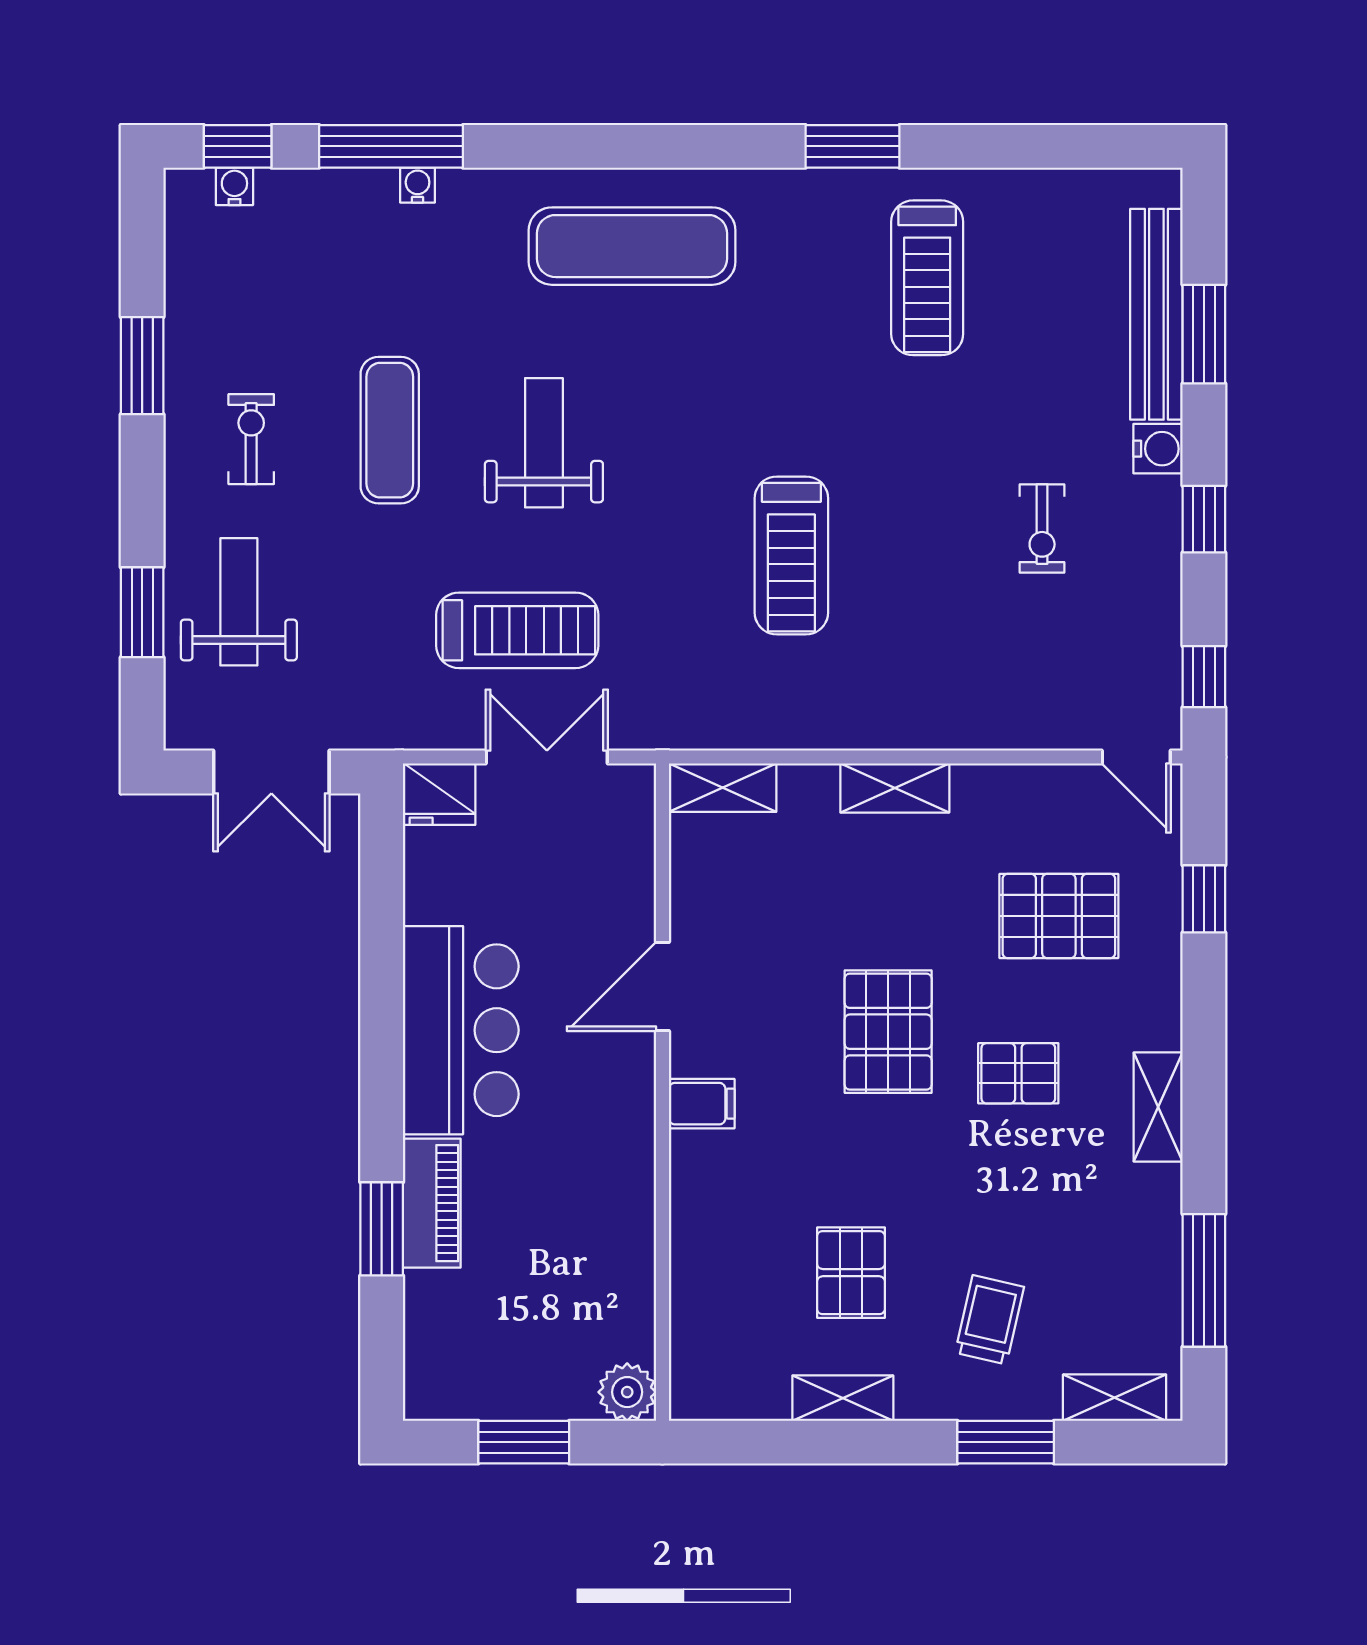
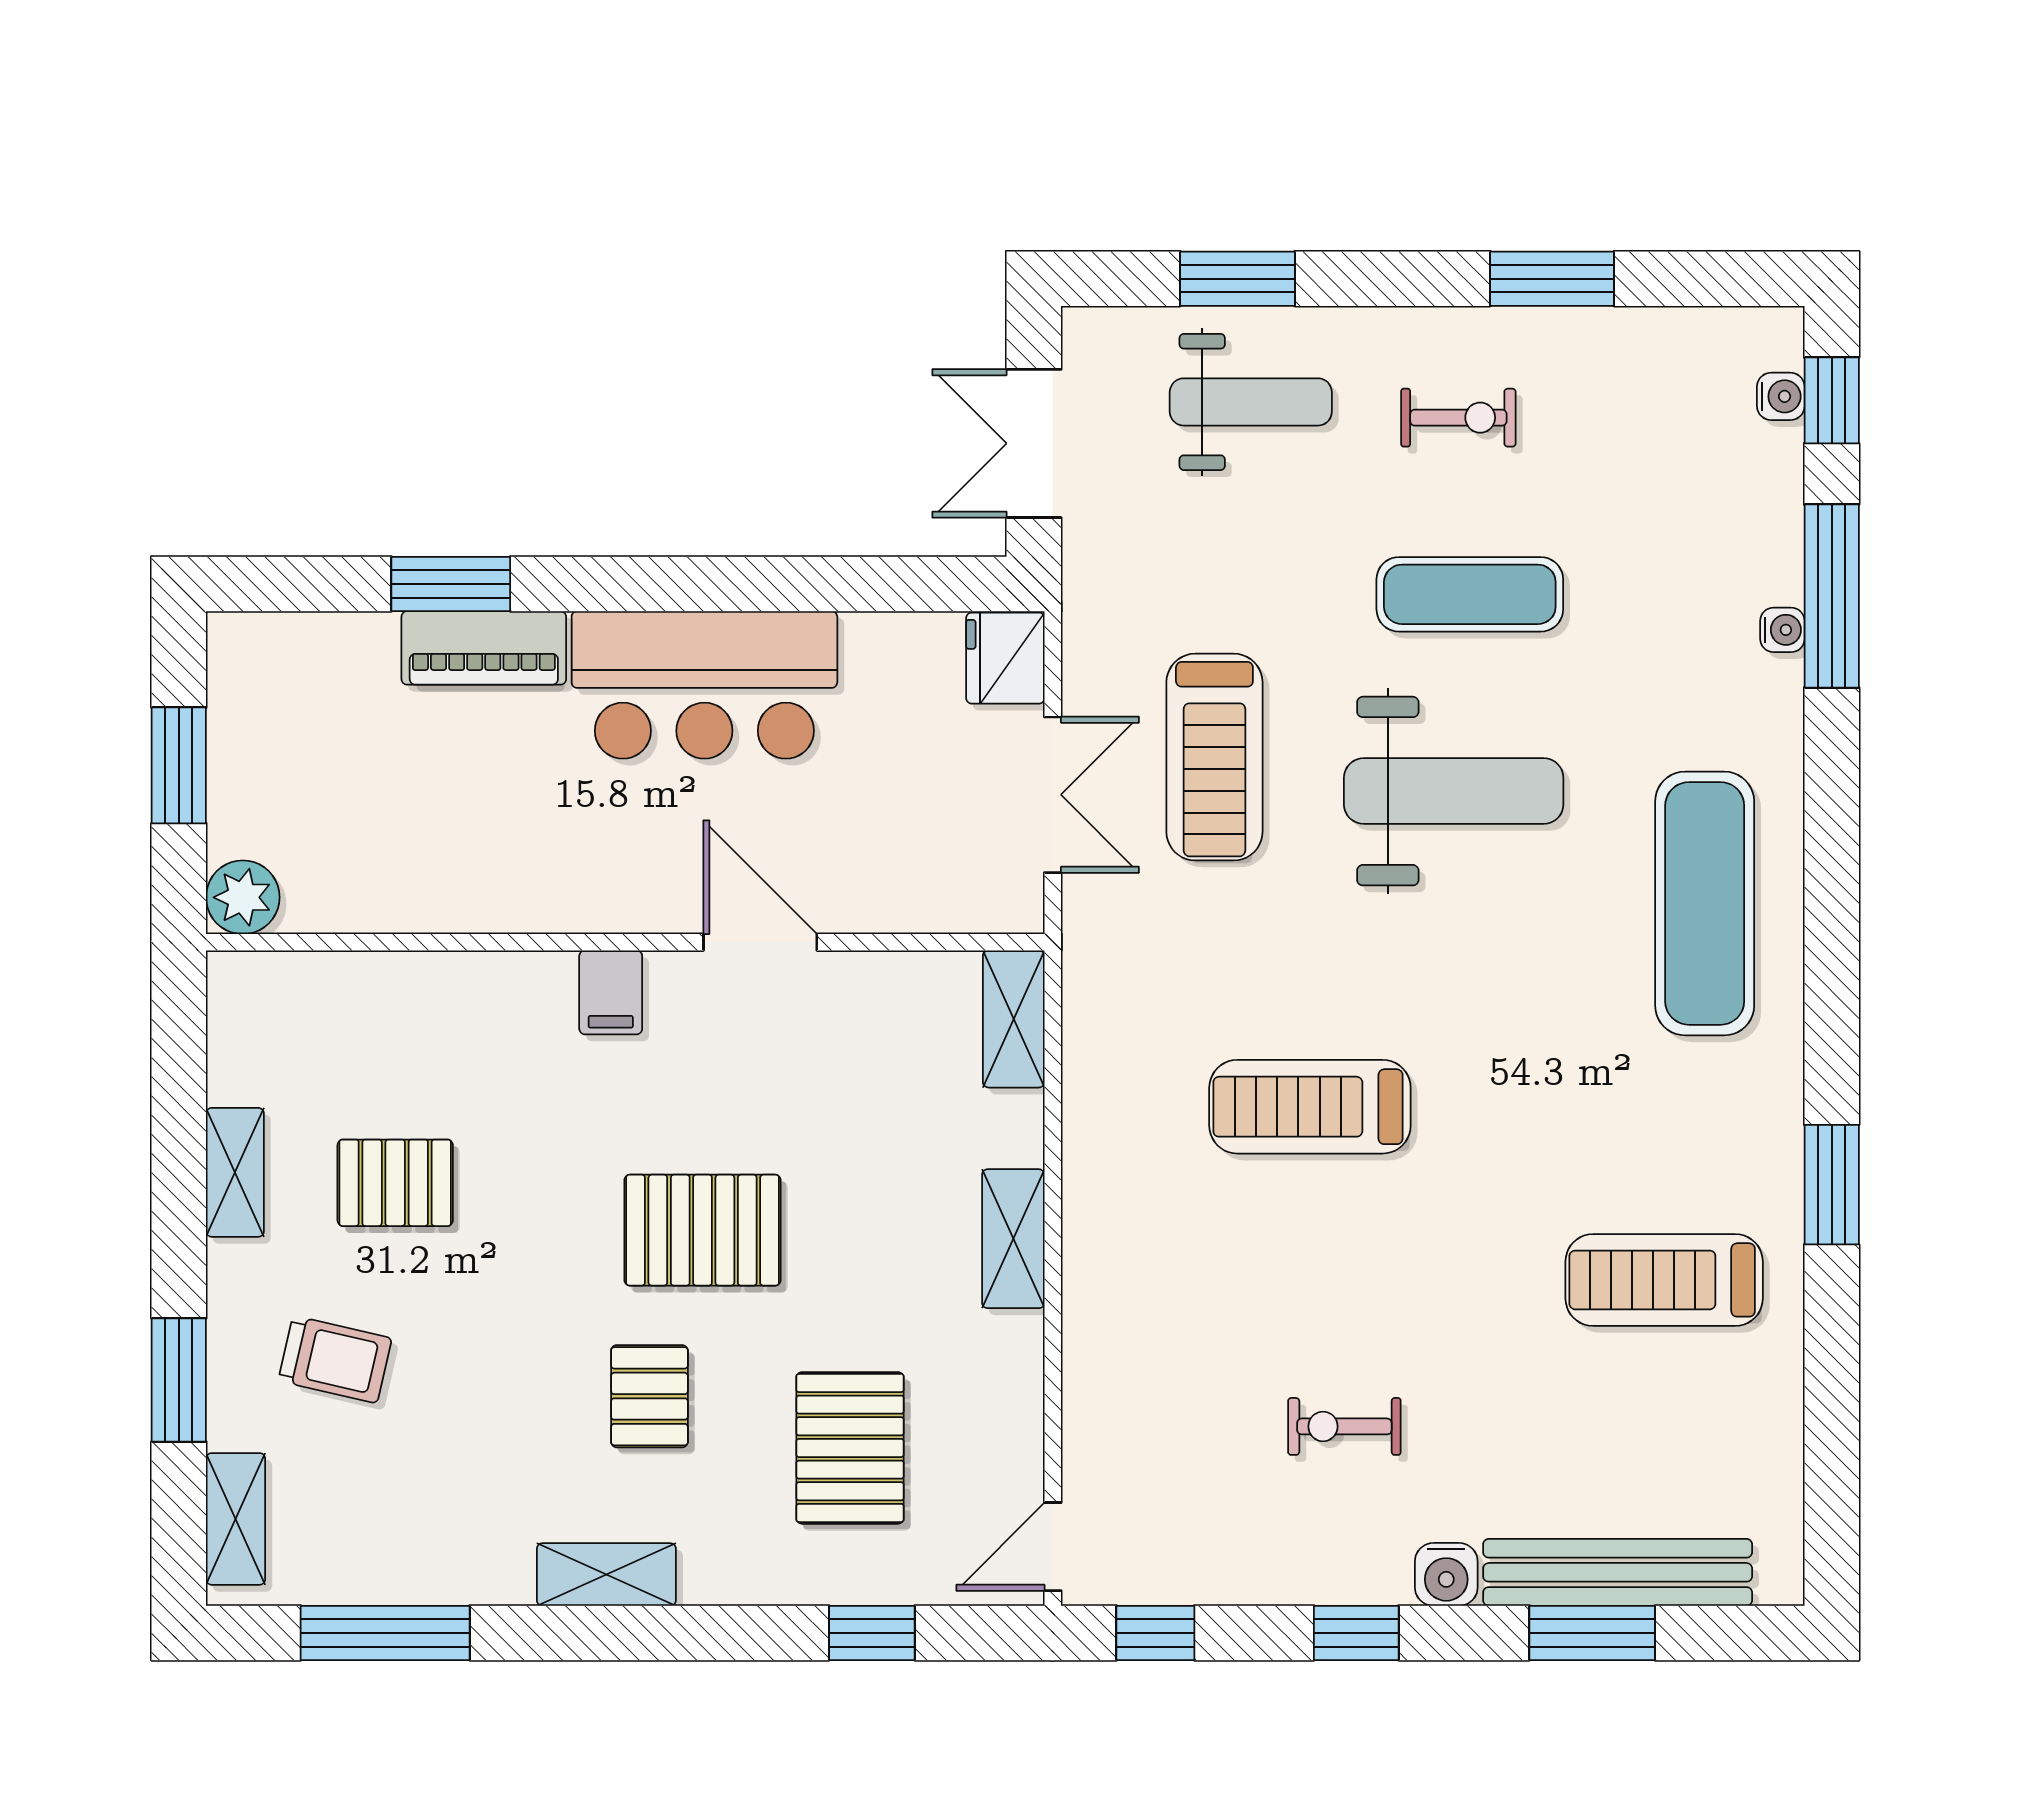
weight bench: (544, 443) -> (1454, 791), width x1.36, depth x1.33

